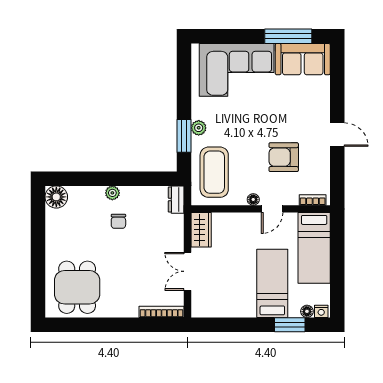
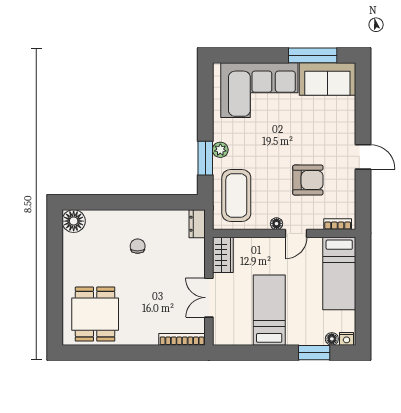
armchair: (284, 157) -> (308, 180), turned 180
plant: (112, 193) -> (131, 217), removed
chair: (118, 221) -> (138, 246), turned 180
bed: (272, 283) -> (269, 310), moved

